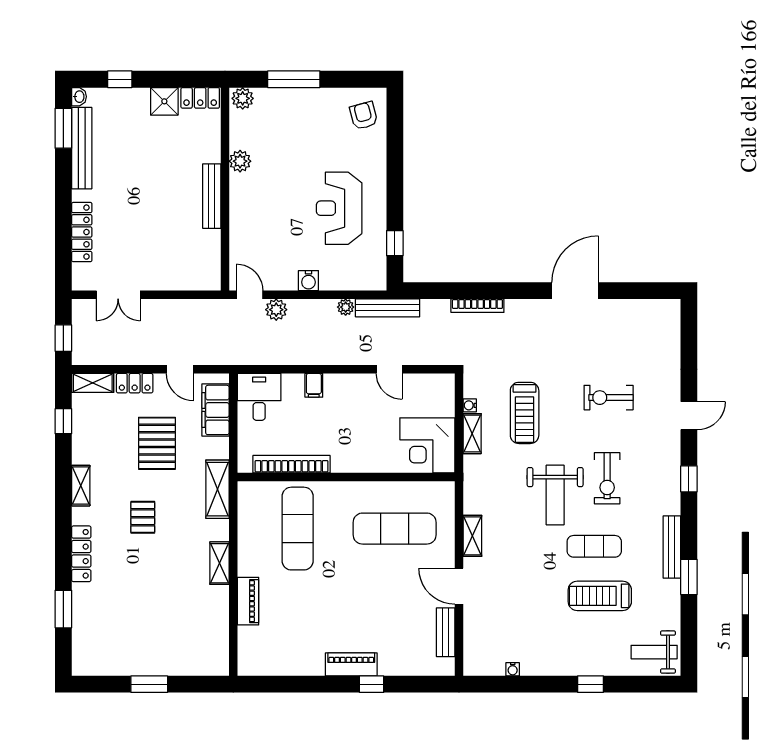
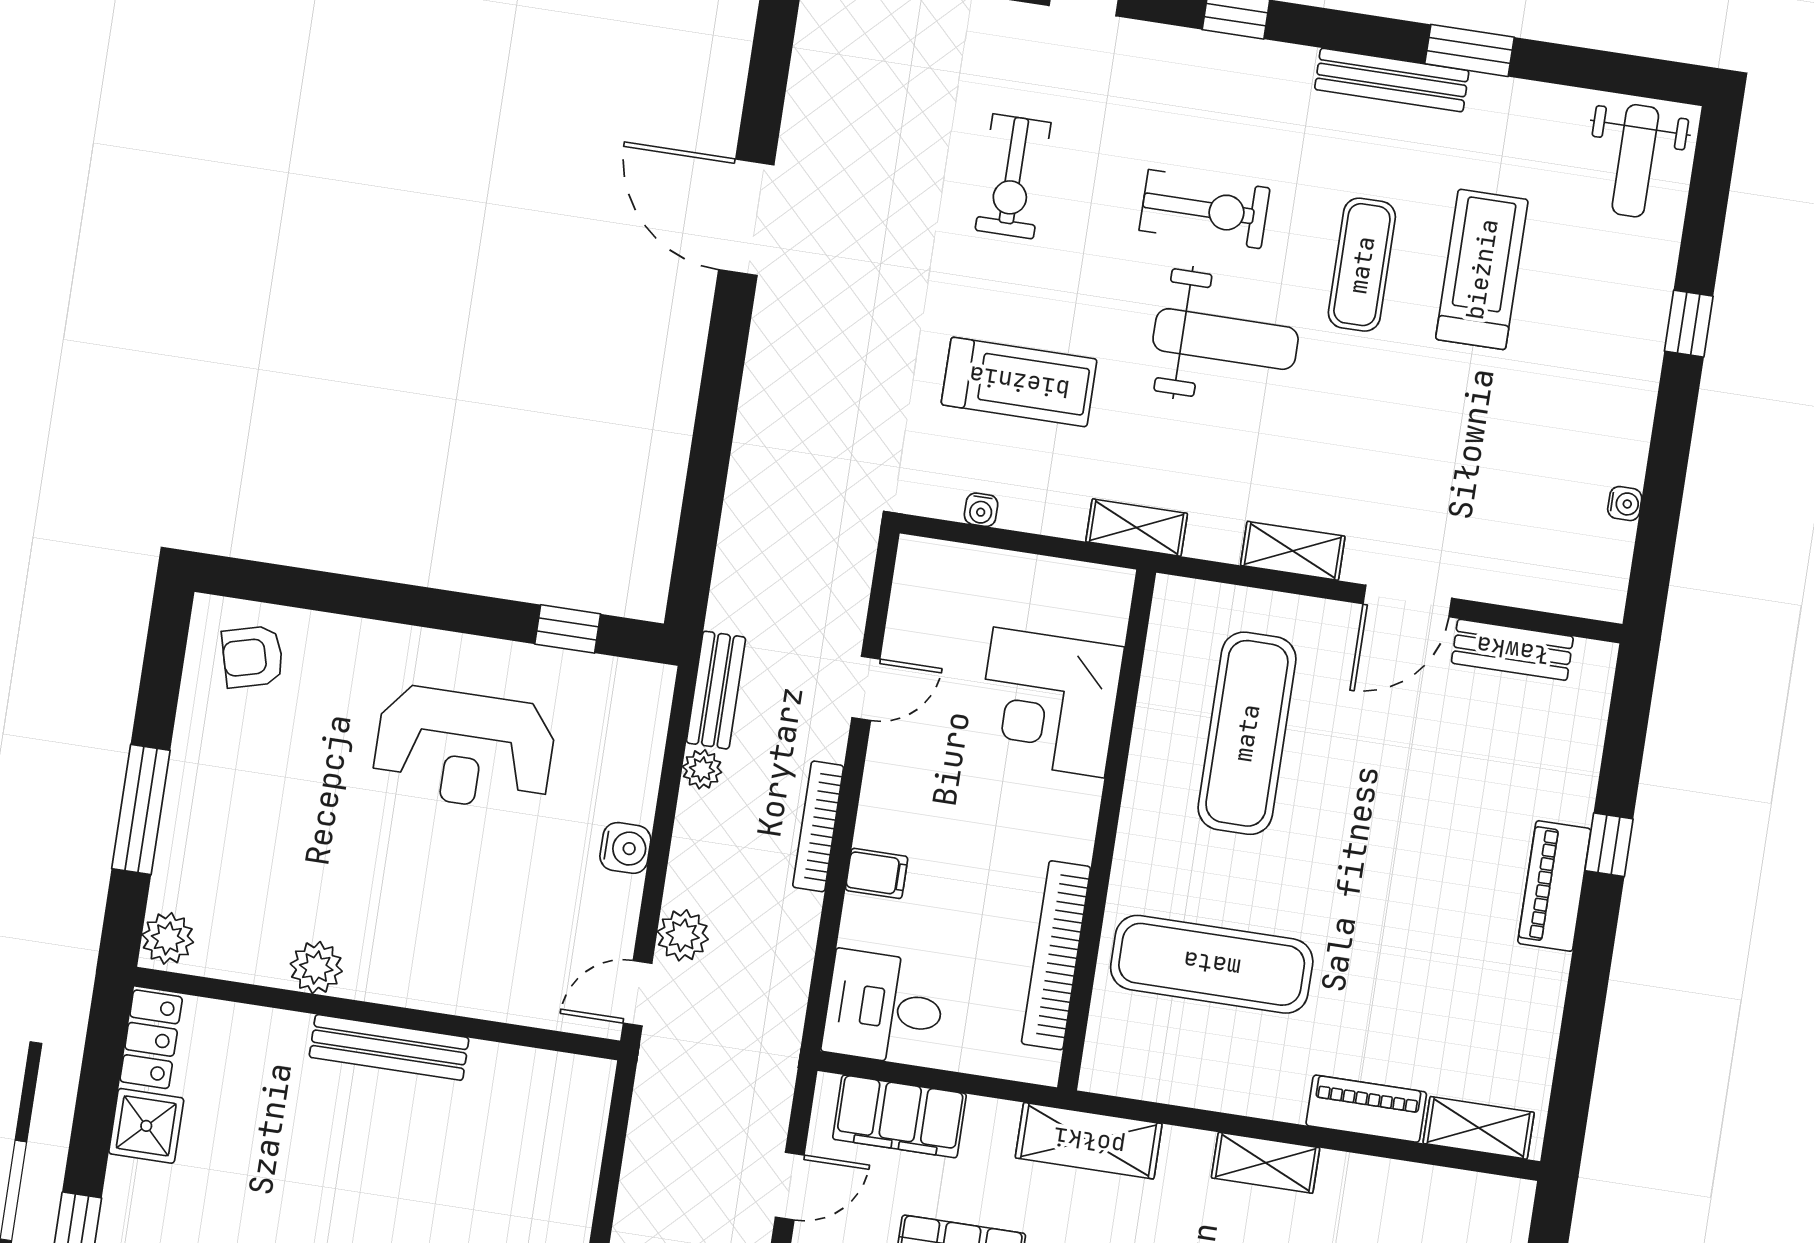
bookcase: (477, 306) -> (818, 826), moved, turned 180
bench: (388, 308) -> (716, 690), width x0.73
shelving: (472, 434) -> (1137, 528), moved
corner desk: (427, 445) -> (1049, 702), moved, turned 90
treadmill: (600, 596) -> (1482, 269), turned 180
shelving: (247, 648) -> (1479, 1128), added

